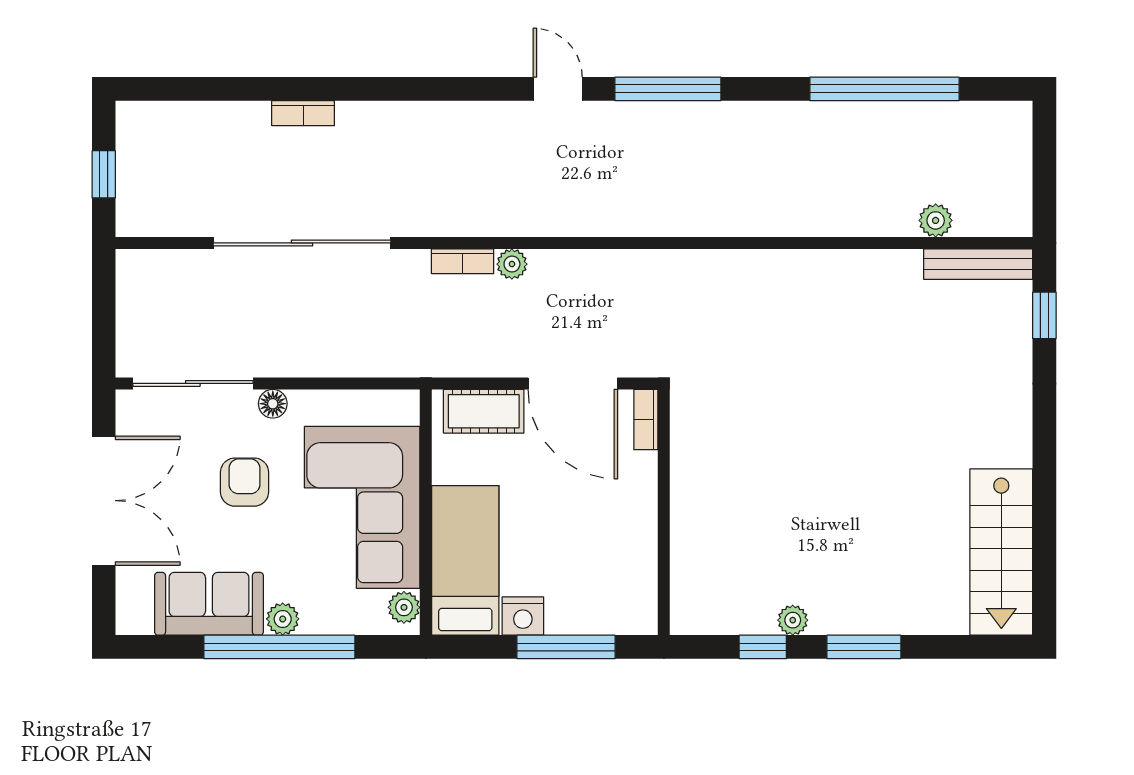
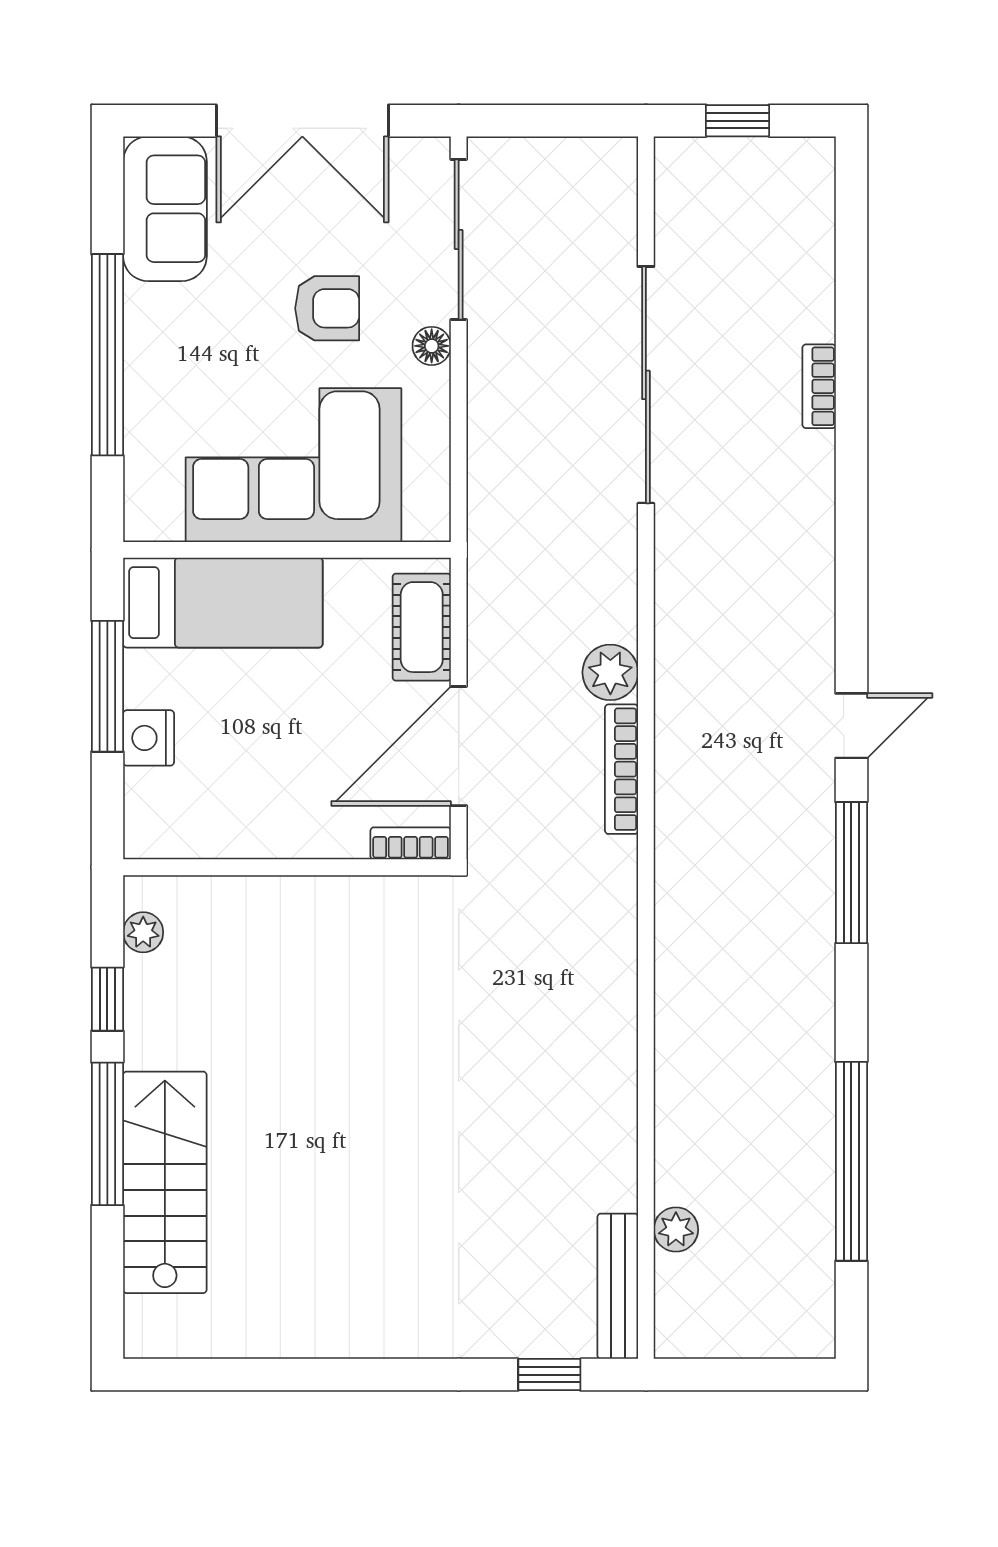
bookcase: (463, 261) -> (622, 769), moved, width x1.56
plant: (512, 264) -> (610, 672), width x1.38, depth x1.38
stairs: (1001, 552) -> (165, 1182), moved, turned 90
sofa: (209, 604) -> (165, 209), moved
plant: (404, 607) -> (160, 521), removed
nightstand: (523, 616) -> (149, 738), moved
plant: (283, 619) -> (145, 359), removed
plant: (793, 620) -> (143, 932), moved
window: (566, 647) -> (107, 686), moved
window: (864, 647) -> (107, 1134), width x1.44

